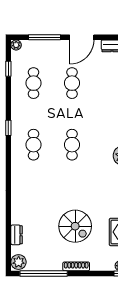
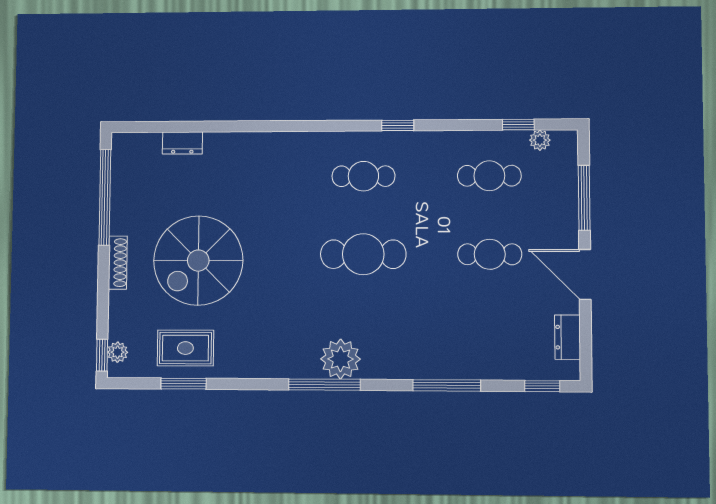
plant: (16, 45) -> (540, 140), moved
cafe table: (72, 145) -> (363, 254), width x1.37, depth x1.35
spiral stairs: (75, 226) -> (198, 261), width x1.37, depth x1.37
plant: (19, 262) -> (128, 147), removed

